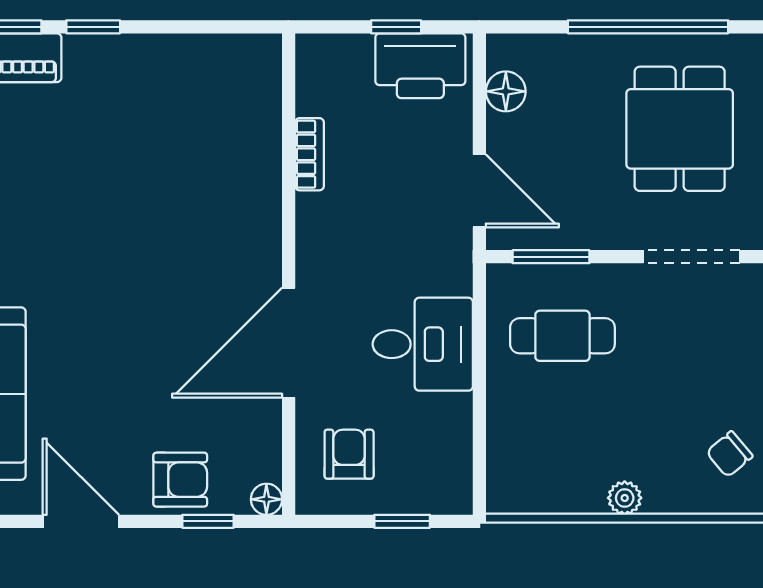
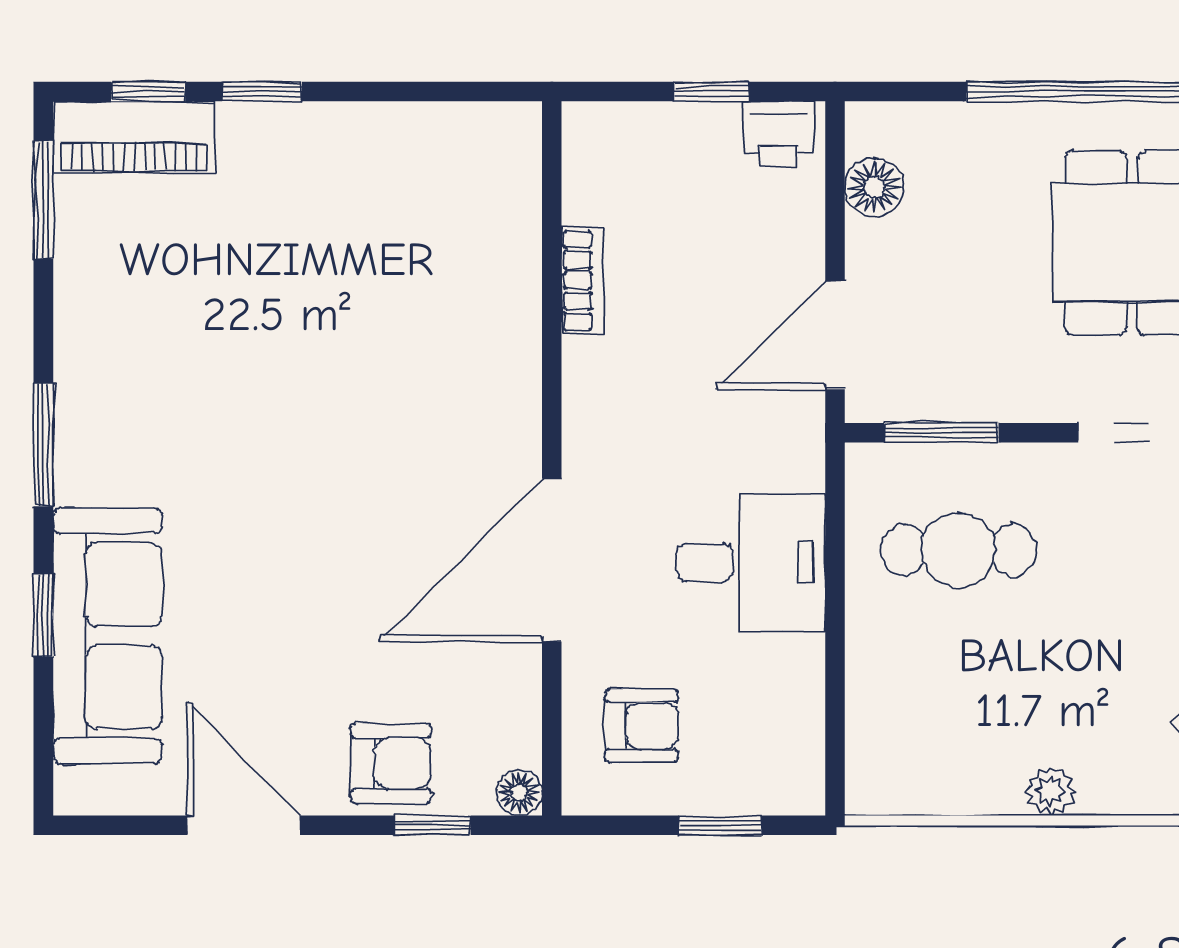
printer: (420, 66) -> (779, 134), width x0.53, depth x0.68
door: (479, 191) -> (835, 335), swing flipped
armchair: (349, 454) -> (642, 726), turned 90

